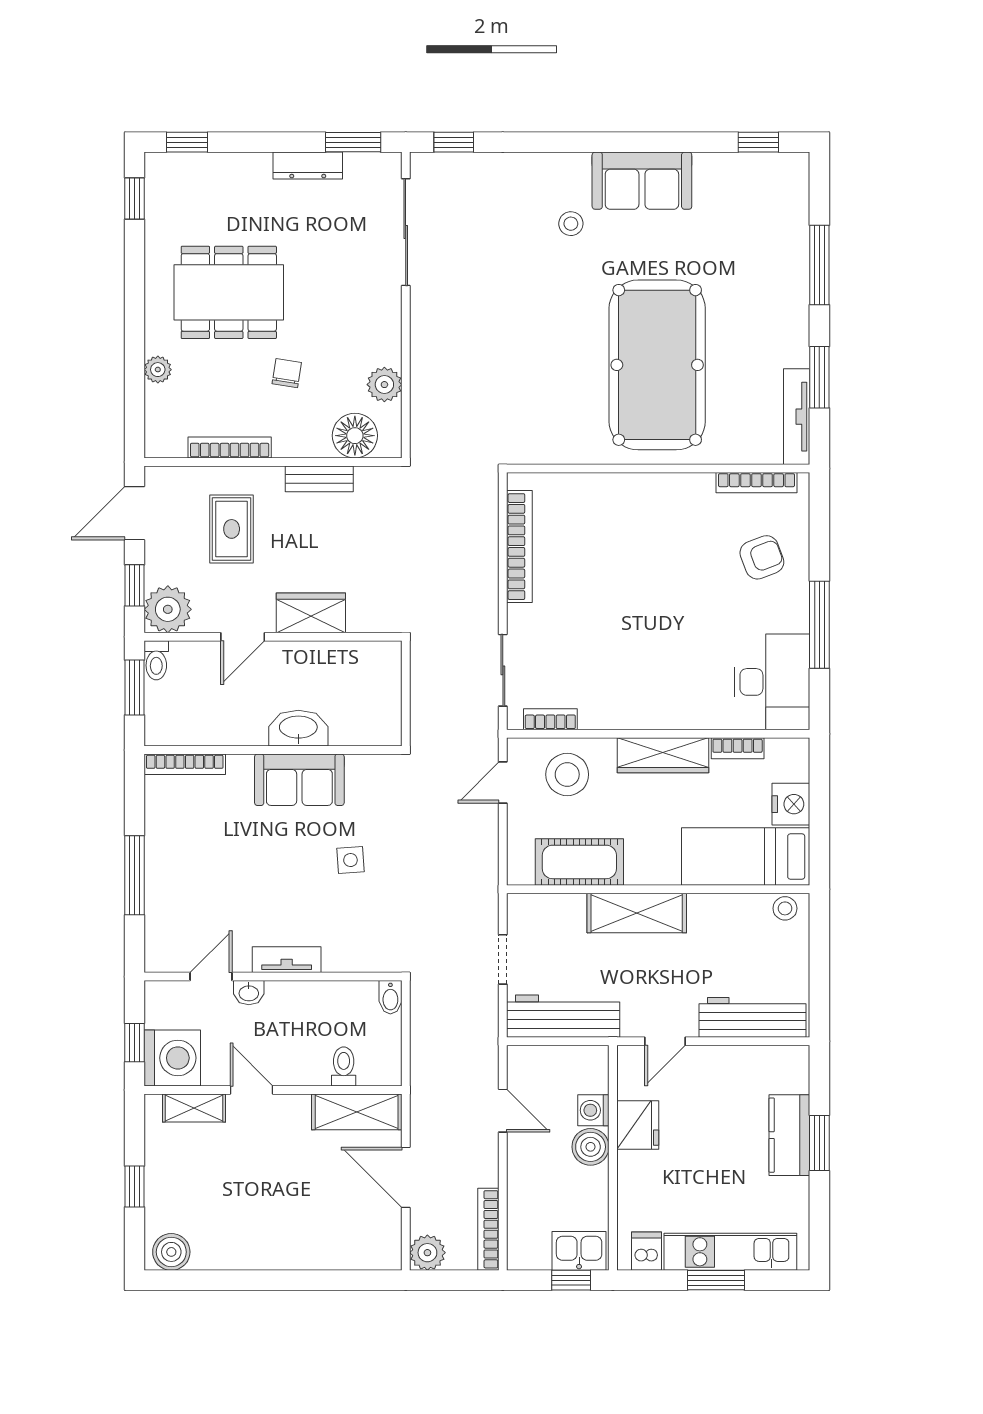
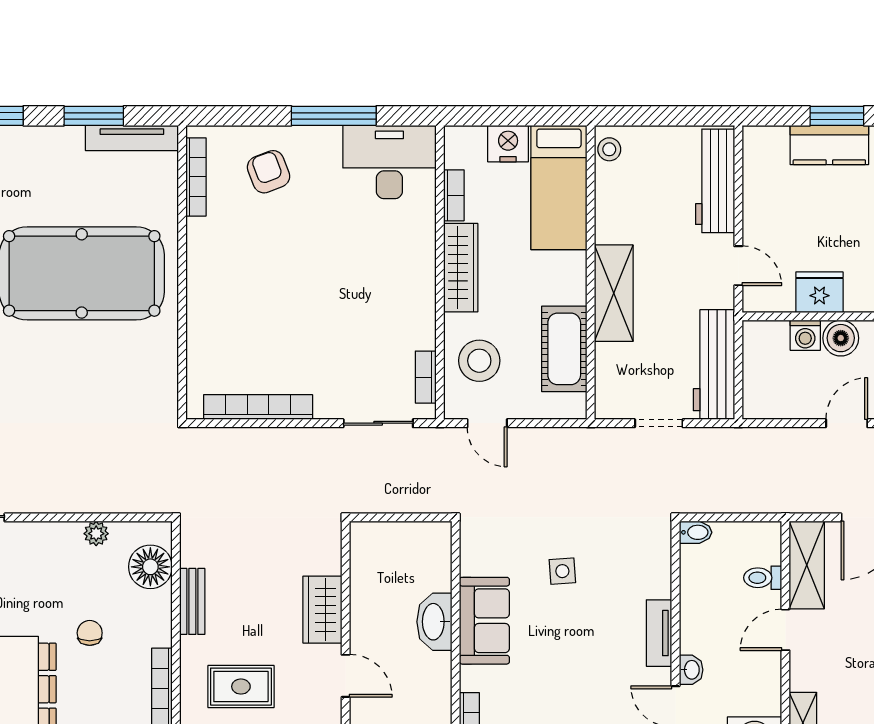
chair: (287, 373) -> (90, 633), turned 81
plant: (384, 385) -> (96, 534), width x0.73, depth x0.73
door: (252, 1090) -> (785, 630), moved
door: (503, 1111) -> (847, 423), moved

